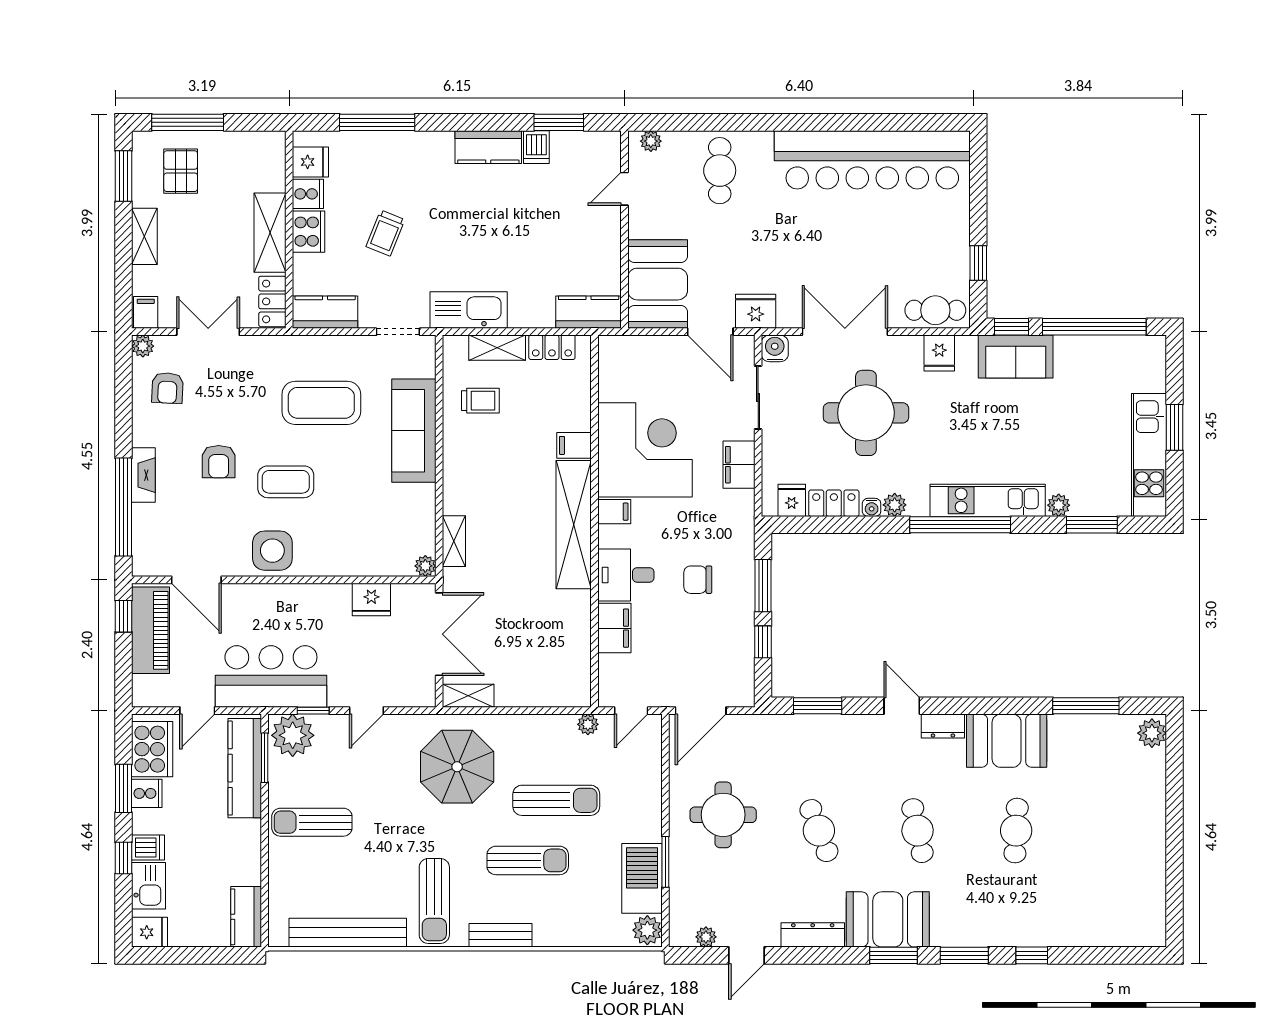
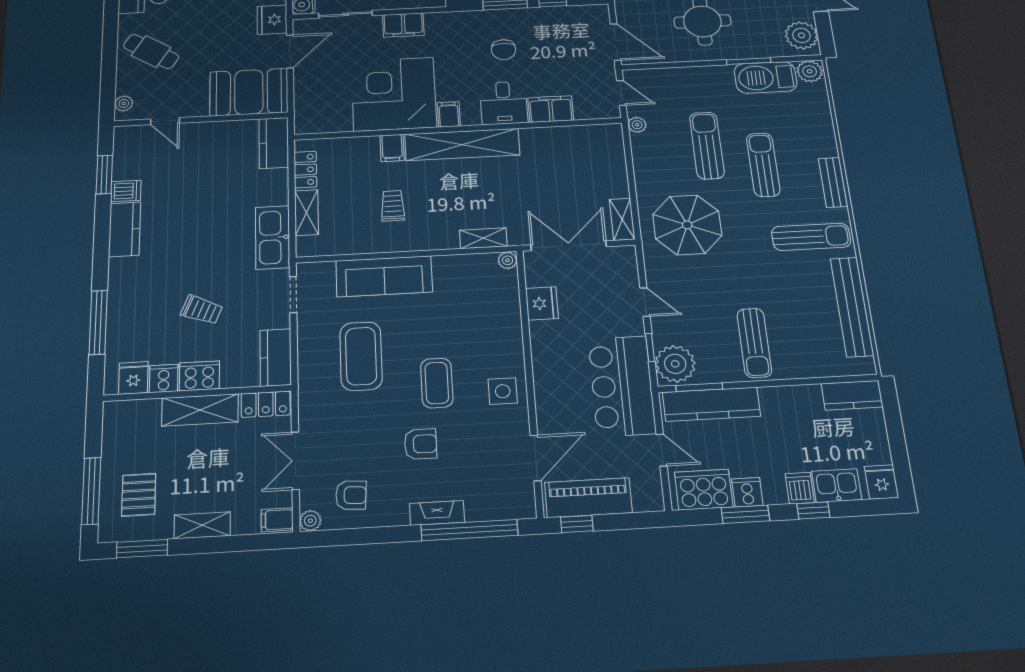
pallet: (181, 171) -> (139, 495), turned 90
cafe table: (720, 171) -> (151, 51), turned 32
trolley: (480, 401) -> (393, 206), moved
side table: (272, 551) -> (503, 391), width x0.73, depth x0.73
plant: (706, 937) -> (801, 35), width x1.88, depth x1.88

